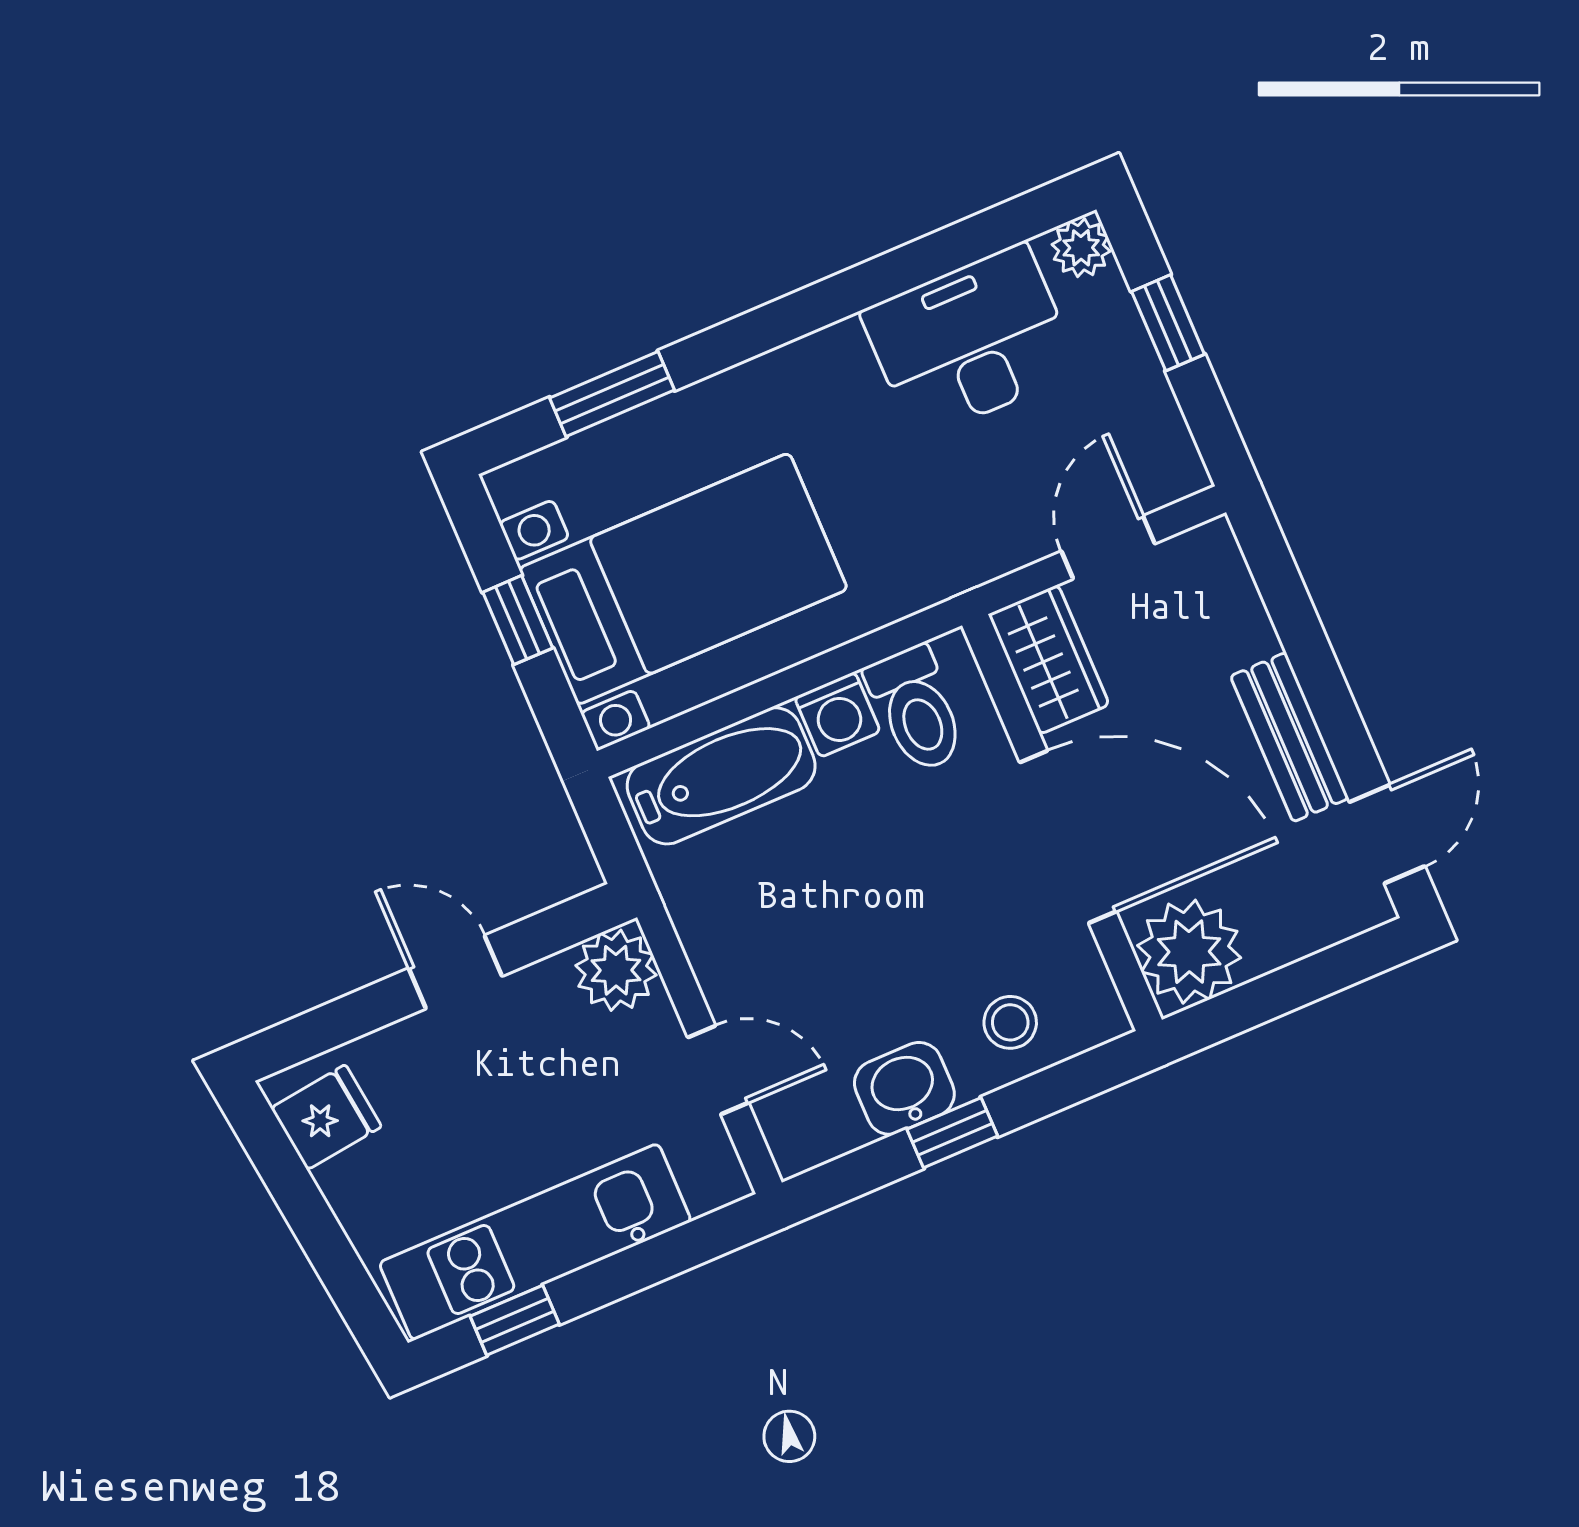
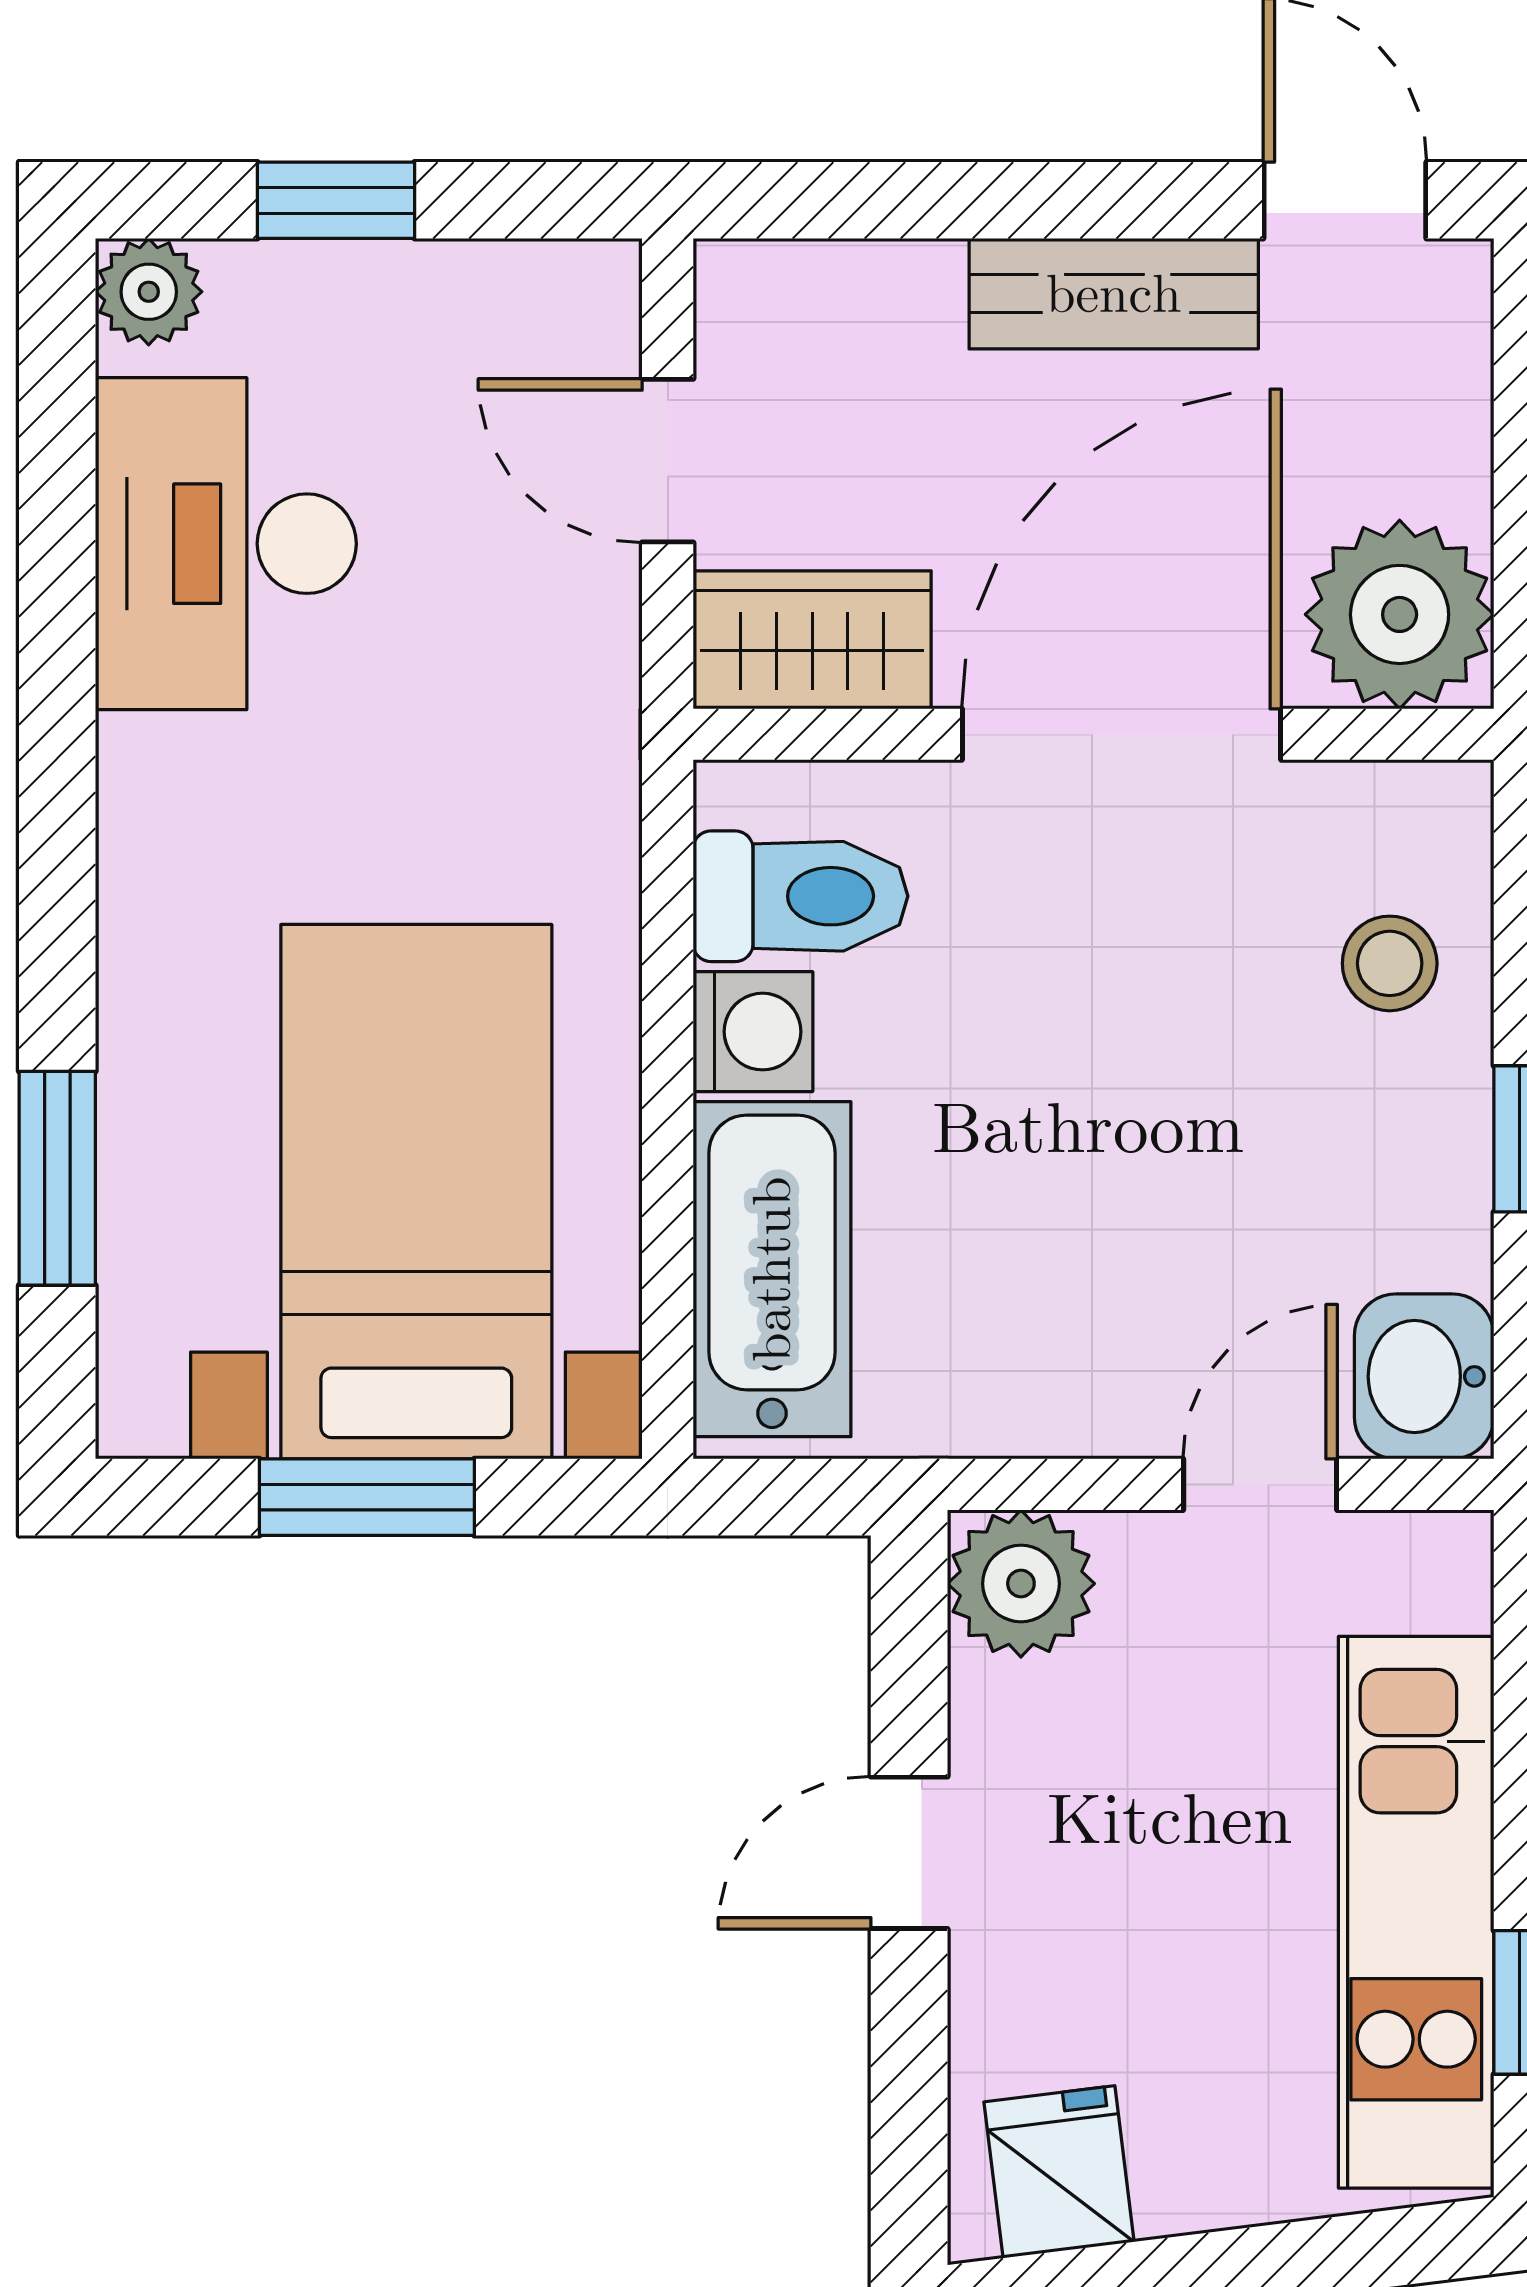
window: (518, 620) -> (367, 1497), width x1.50
washbasin: (904, 1088) -> (1424, 1376), moved

